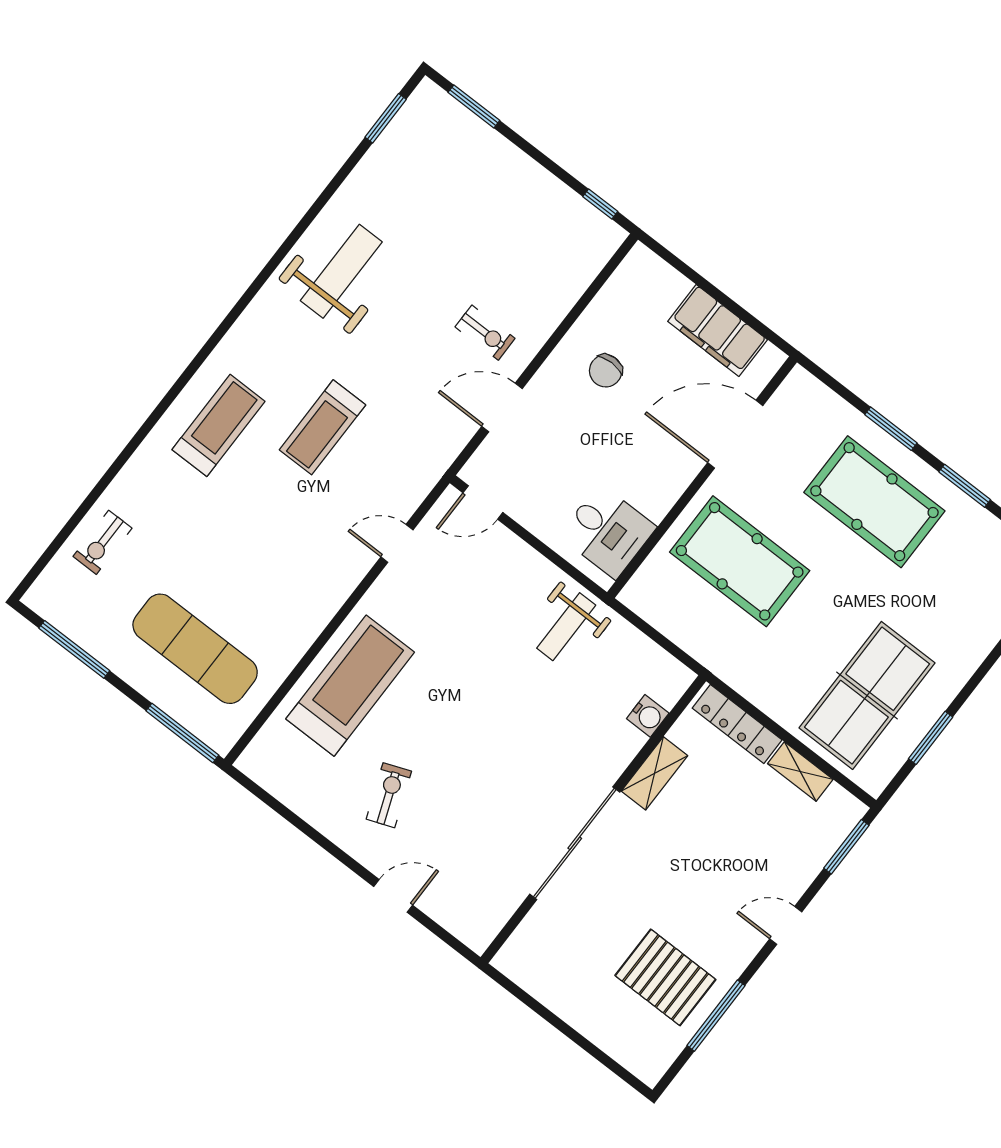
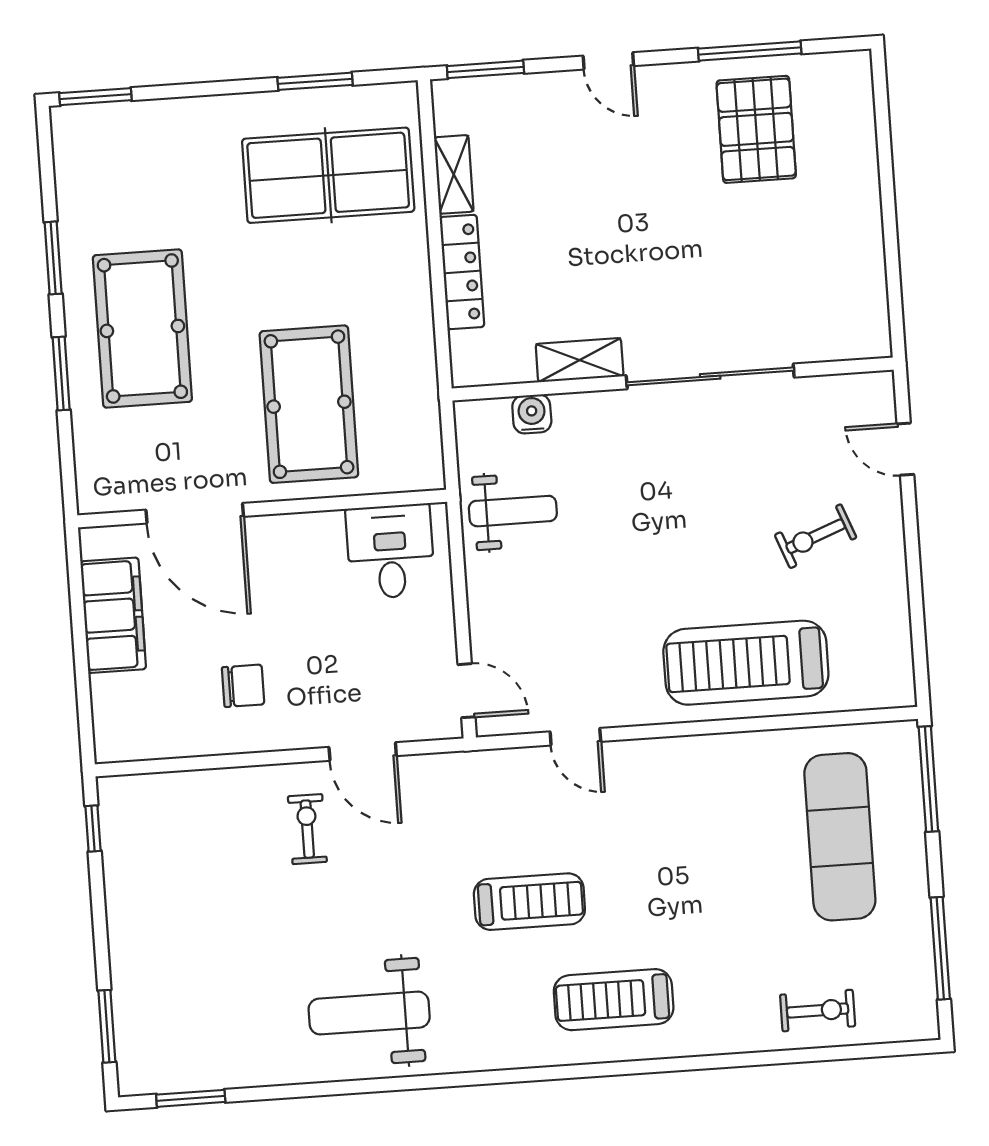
water cooler: (648, 716) -> (532, 414), moved
shelving: (654, 773) -> (580, 360), moved
wall: (593, 819) -> (673, 379), moved
sliding door: (575, 843) -> (710, 376), moved

